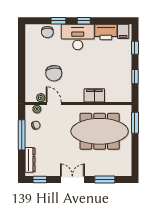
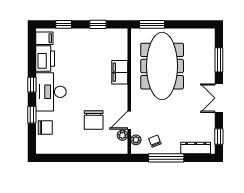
chair: (54, 73) -> (94, 120), turned 94

